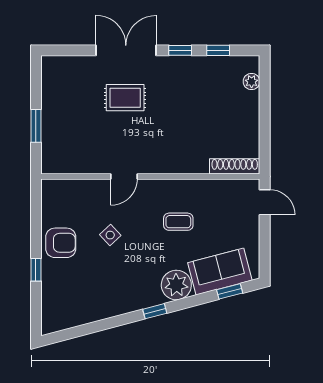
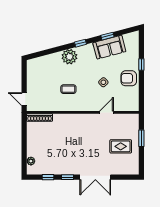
rug: (125, 98) -> (121, 146), moved
door: (124, 176) -> (107, 112), moved
sofa: (220, 272) -> (109, 47), moved
window: (230, 291) -> (107, 36), moved

